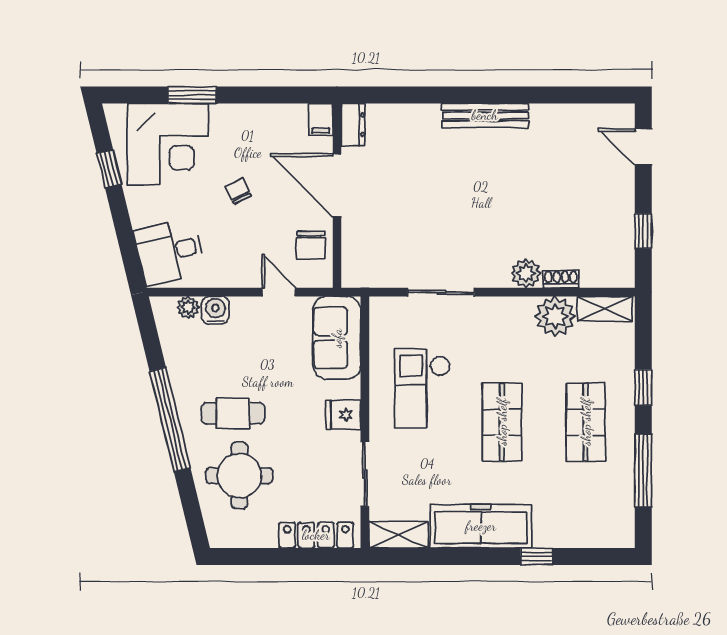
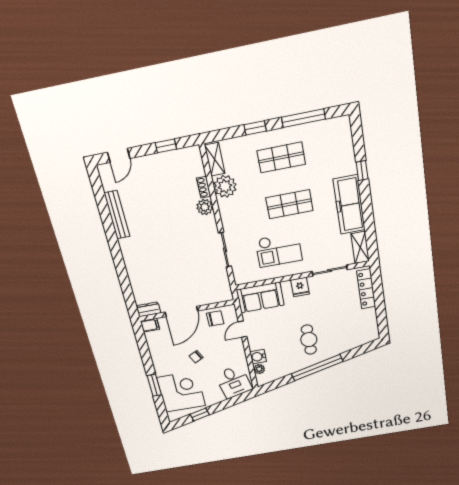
bench: (485, 115) -> (117, 215), moved
round table: (239, 475) -> (340, 331), removed

